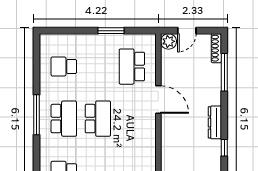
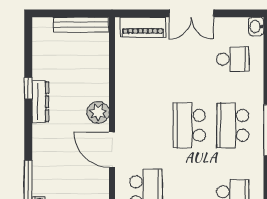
dresser: (215, 122) -> (40, 102), moved
plant: (169, 129) -> (98, 112), added

